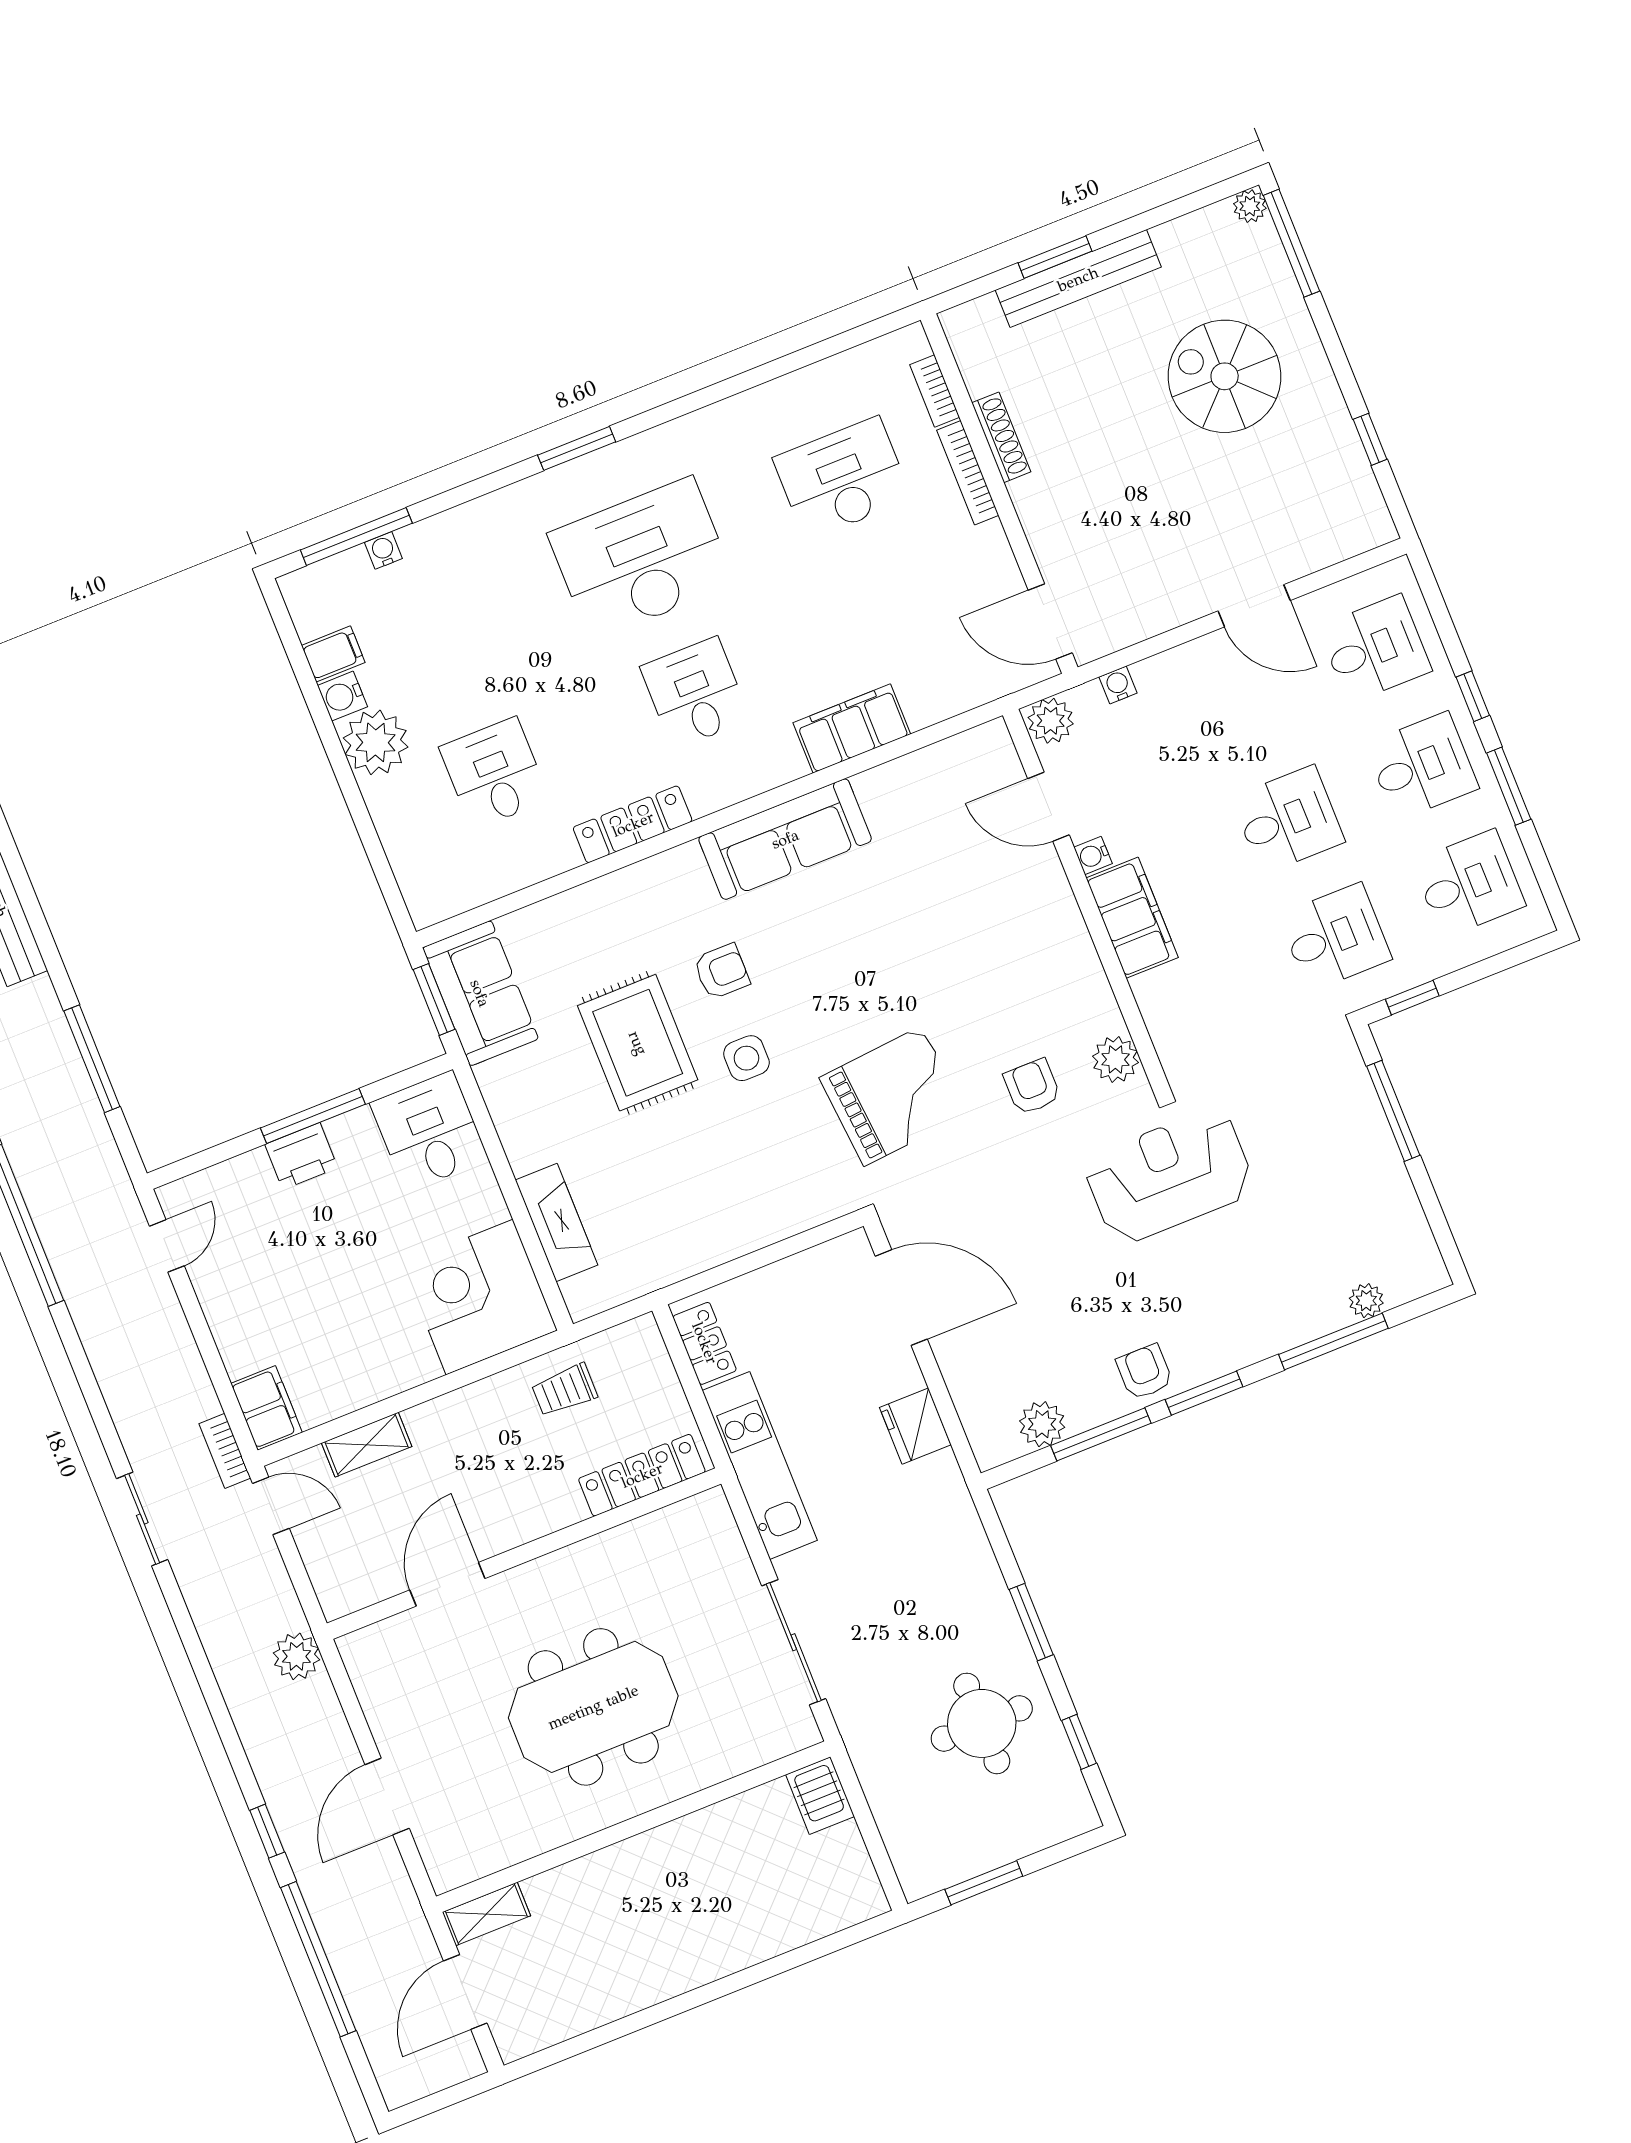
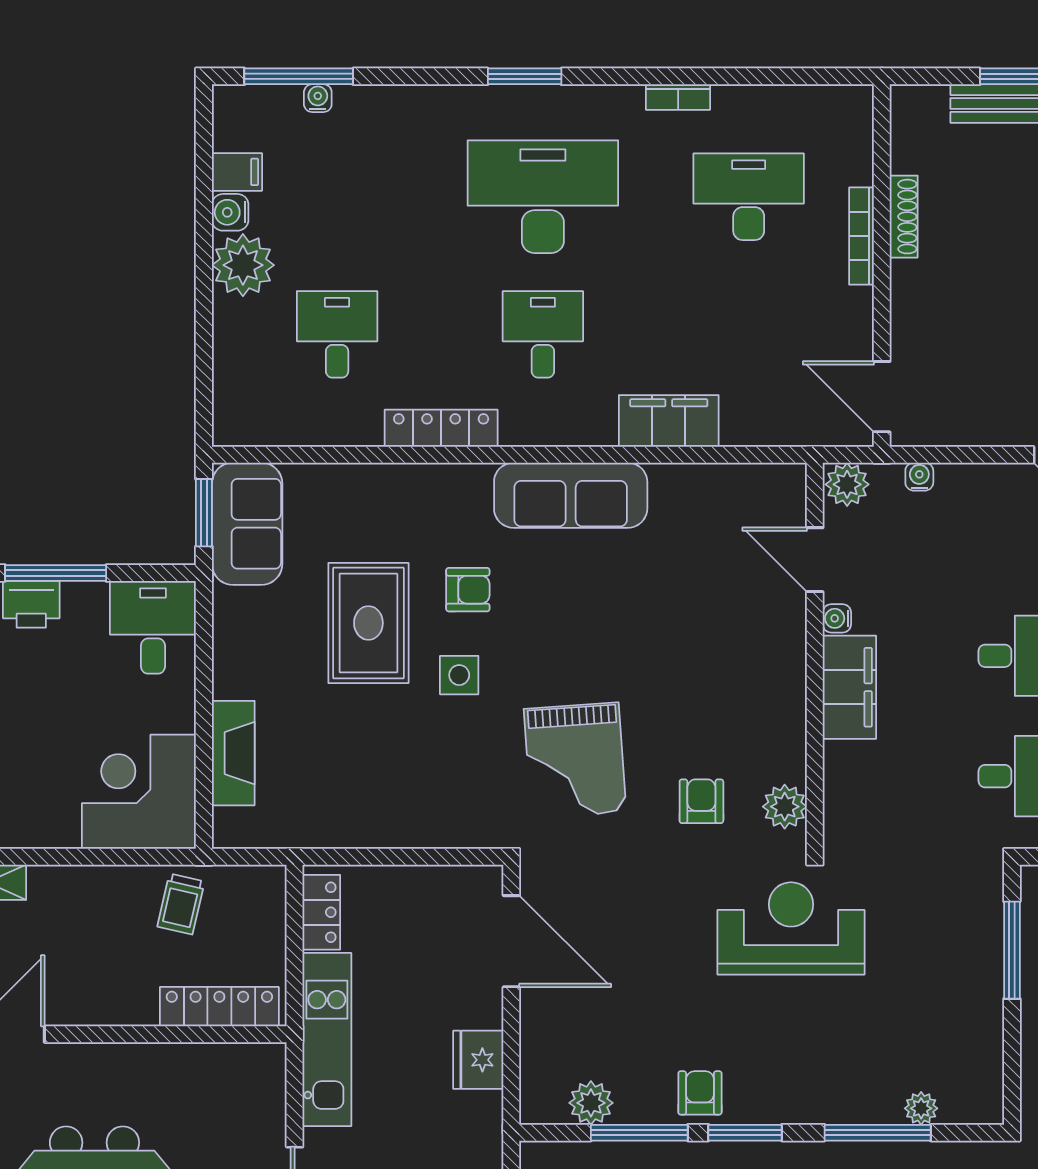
bookcase: (935, 391) -> (678, 97), moved, turned -90
grand piano: (893, 1096) -> (575, 760), turned 91
trolley: (564, 1390) -> (181, 904), turned -77

